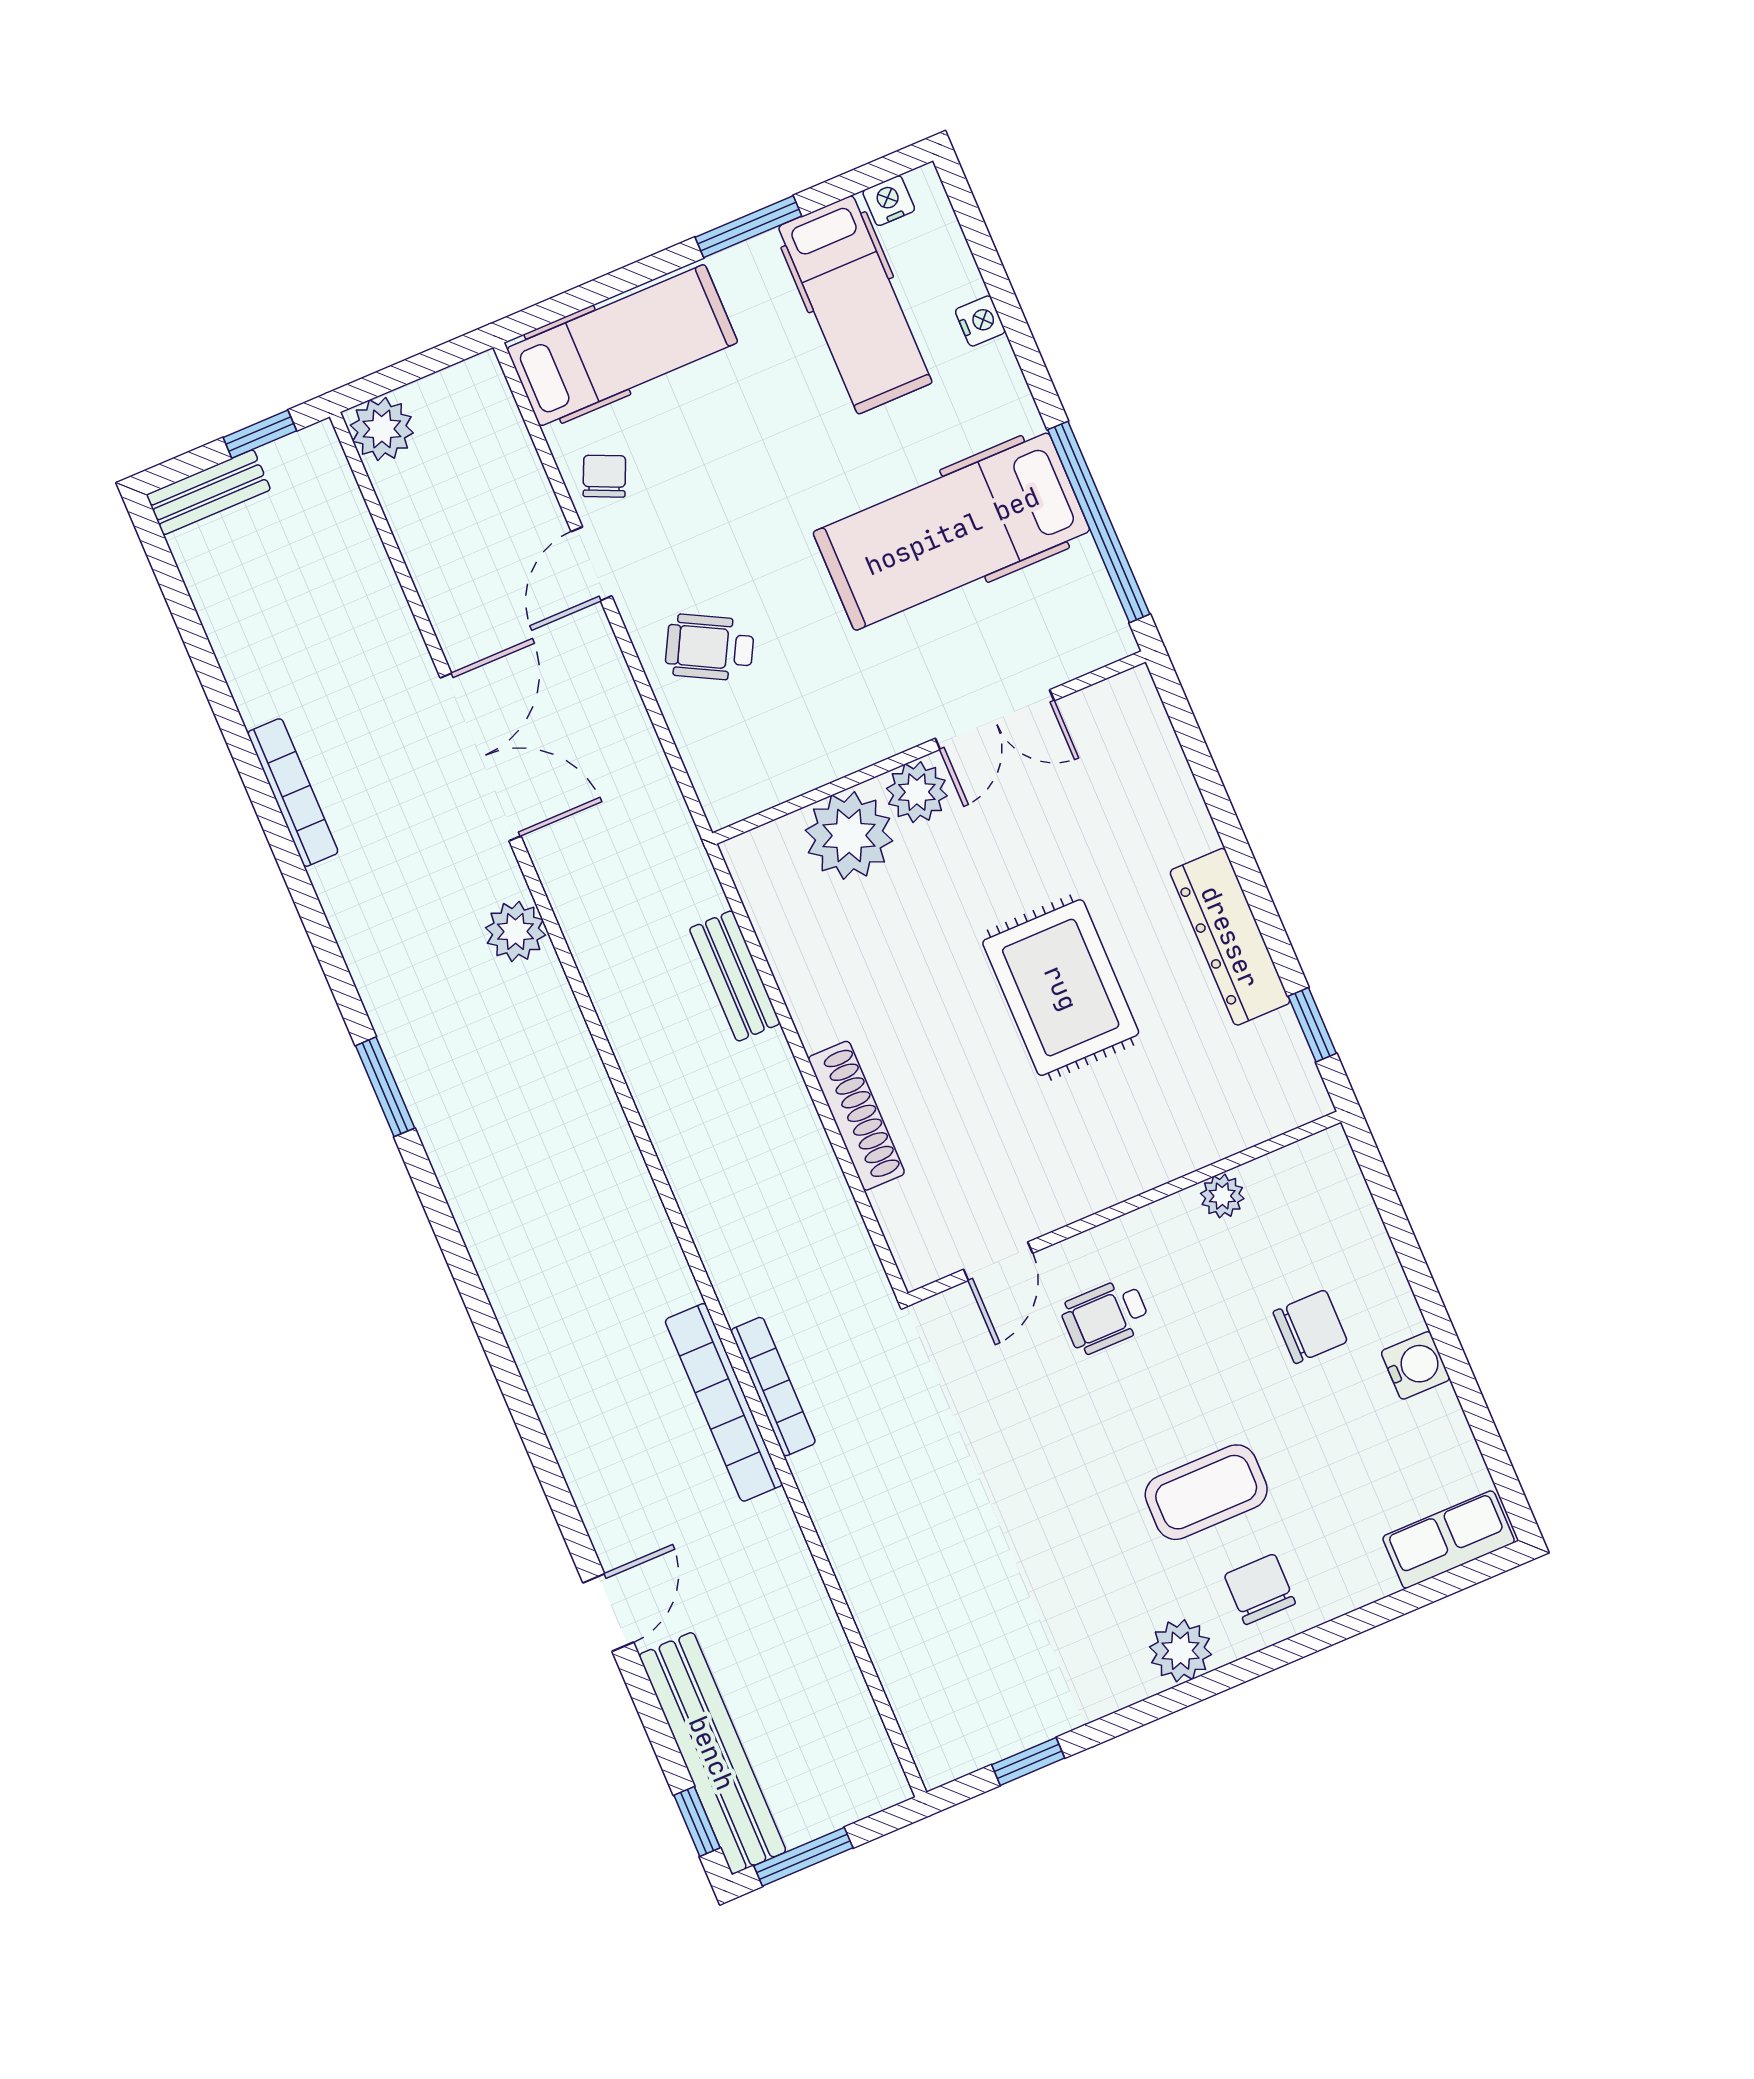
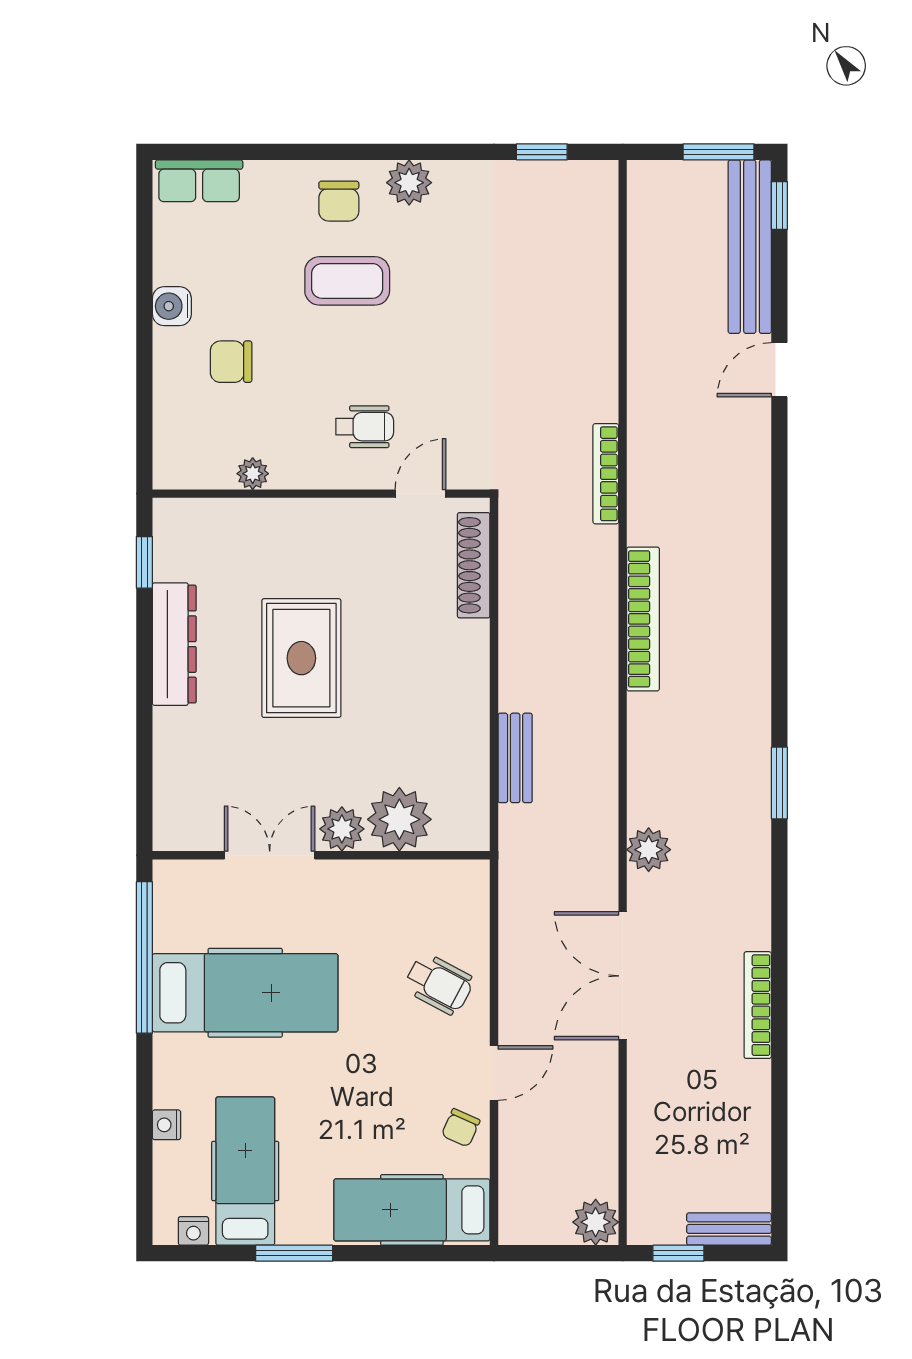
shoe rack: (856, 1116) -> (474, 565), moved
bookcase: (724, 1402) -> (643, 619), moved

